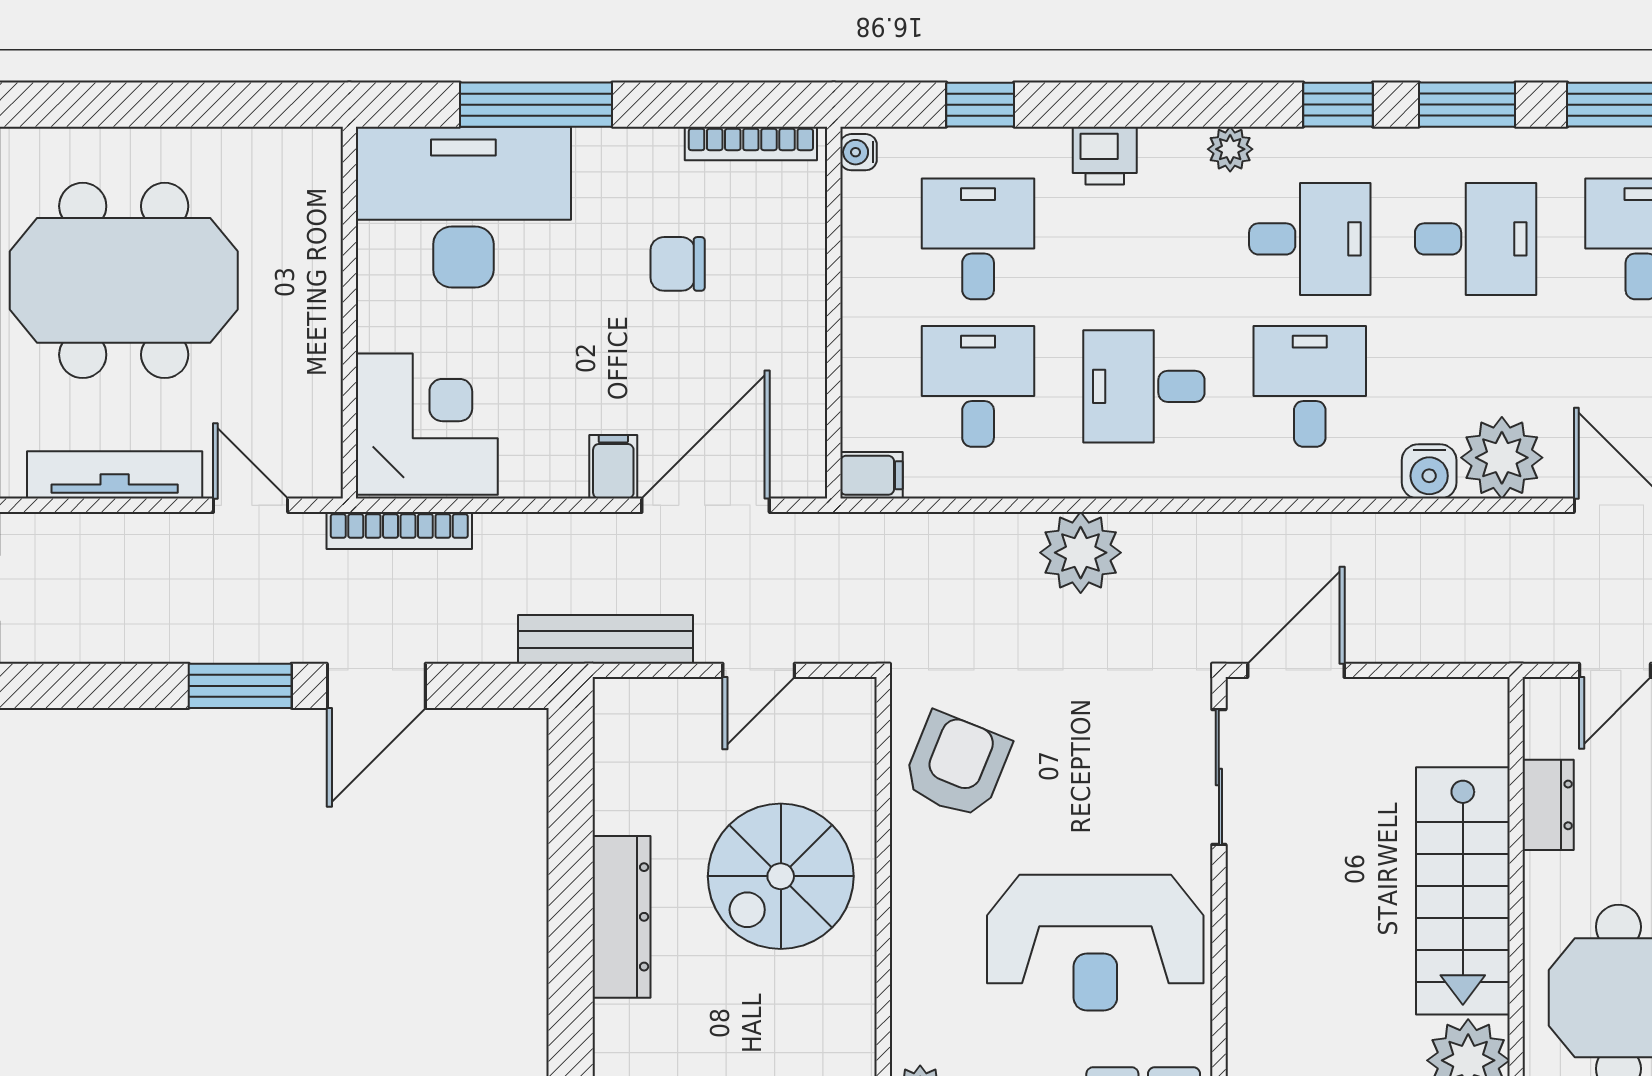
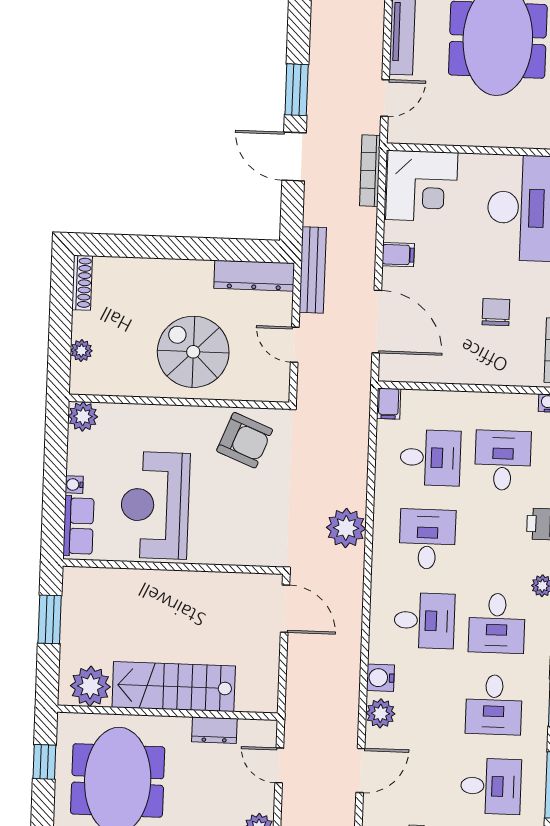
desk: (978, 239) -> (503, 460), turned -90
plant: (1502, 458) -> (380, 713), width x0.73, depth x0.73
filing cabinet: (613, 467) -> (398, 255), moved
plant: (1081, 553) -> (346, 528), moved
sliding door: (1219, 777) -> (234, 569), removed
dresser: (622, 917) -> (254, 276), moved

